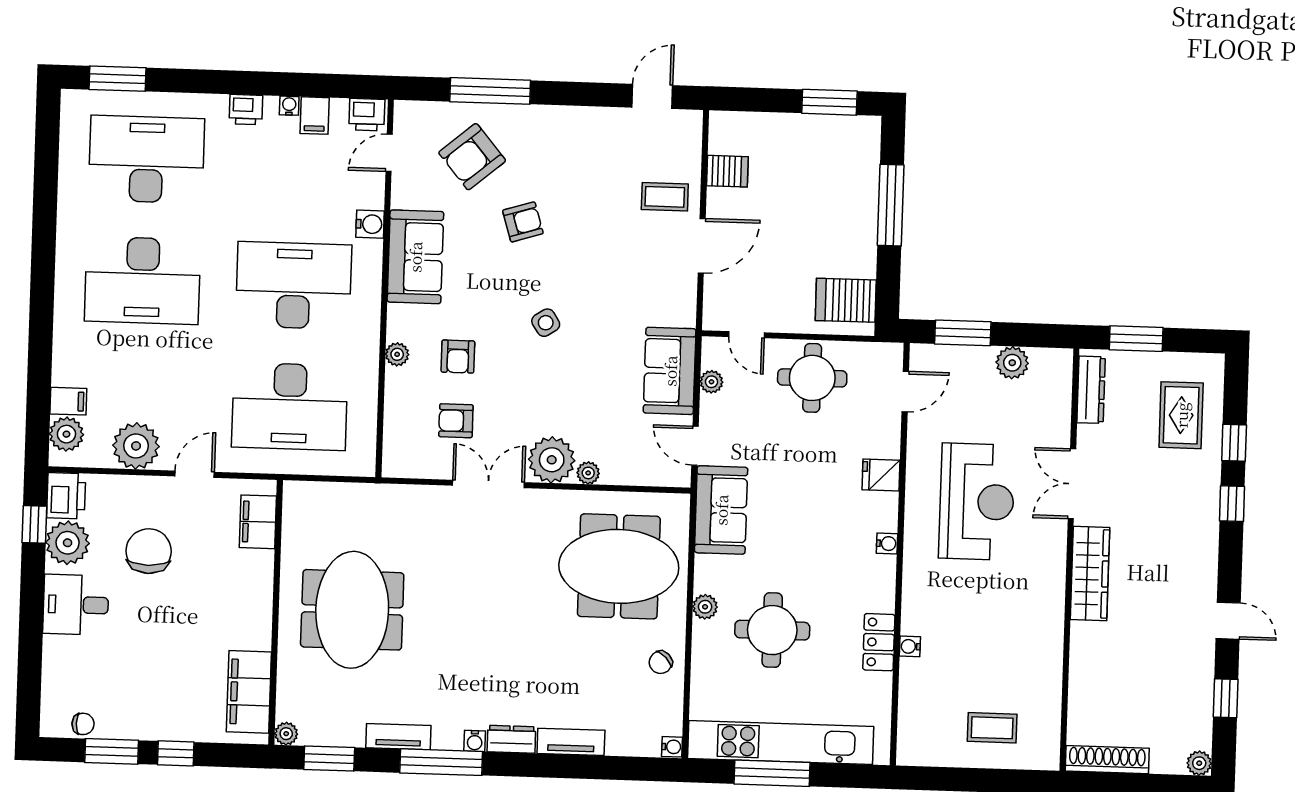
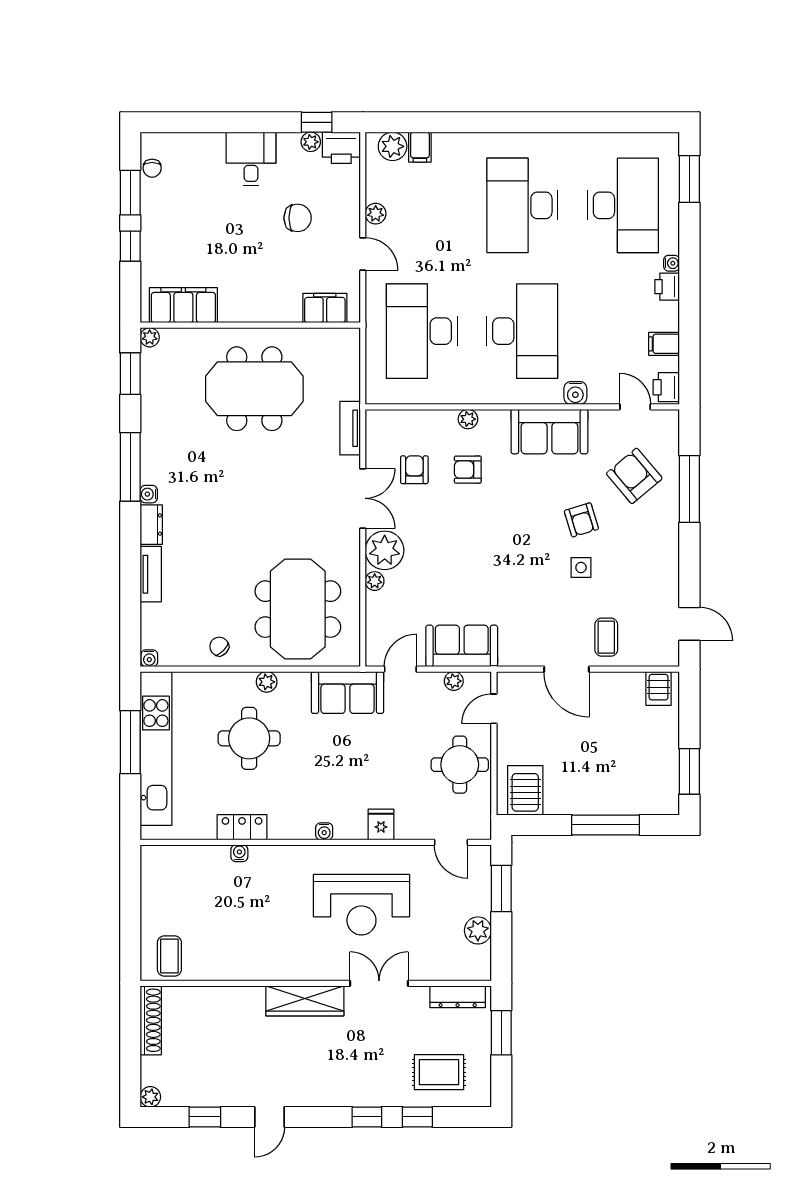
water cooler: (289, 106) -> (672, 263), moved
server rack: (727, 171) -> (659, 688), moved
side table: (546, 323) -> (581, 568), moved, turned 33
plant: (136, 446) -> (376, 214), width x0.53, depth x0.53
plant: (68, 543) -> (311, 142), width x0.53, depth x0.53
chair: (149, 551) -> (298, 218), width x0.73, depth x0.73
coffee table: (992, 728) -> (169, 956), moved
tv unit: (398, 737) -> (350, 428), moved, turned 180

